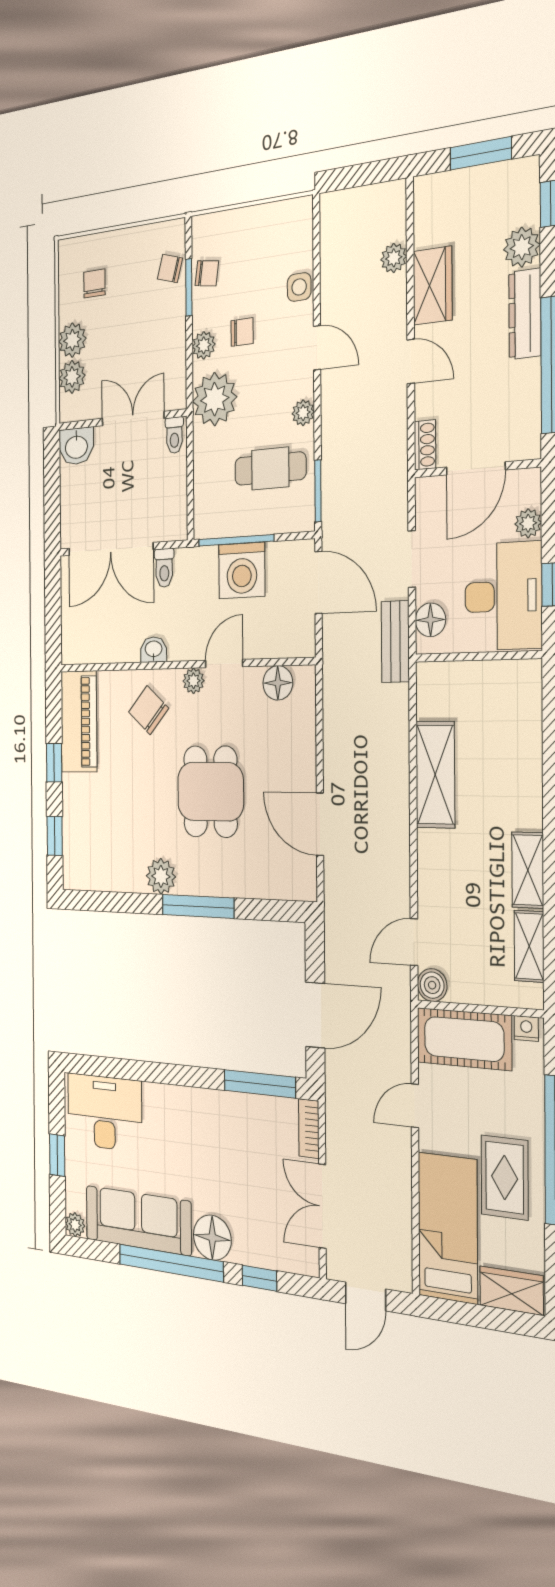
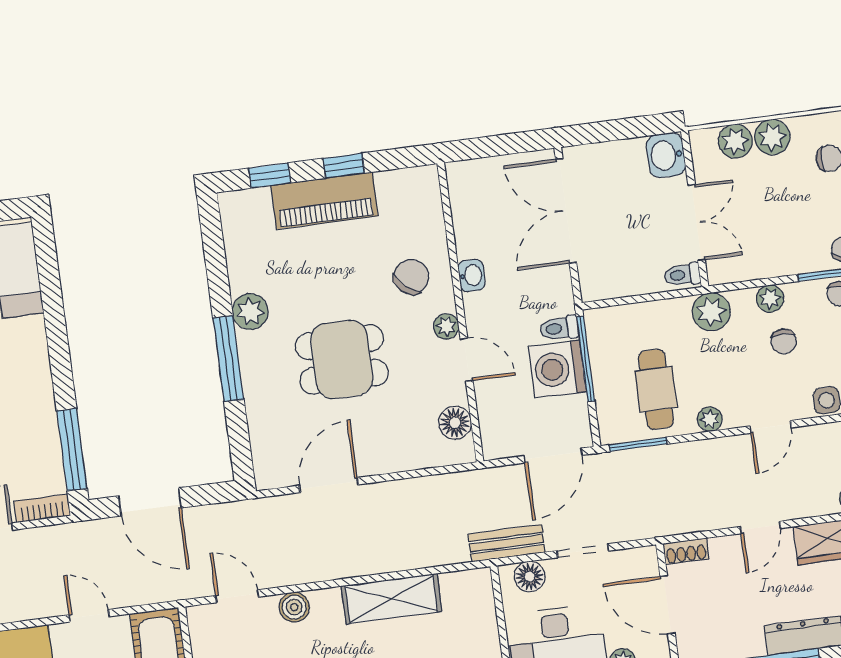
plant: (215, 399) -> (711, 312), width x0.73, depth x0.73
toilet: (164, 568) -> (559, 328), moved
piano: (79, 722) -> (324, 201), moved
boiler: (432, 985) -> (294, 607), moved

